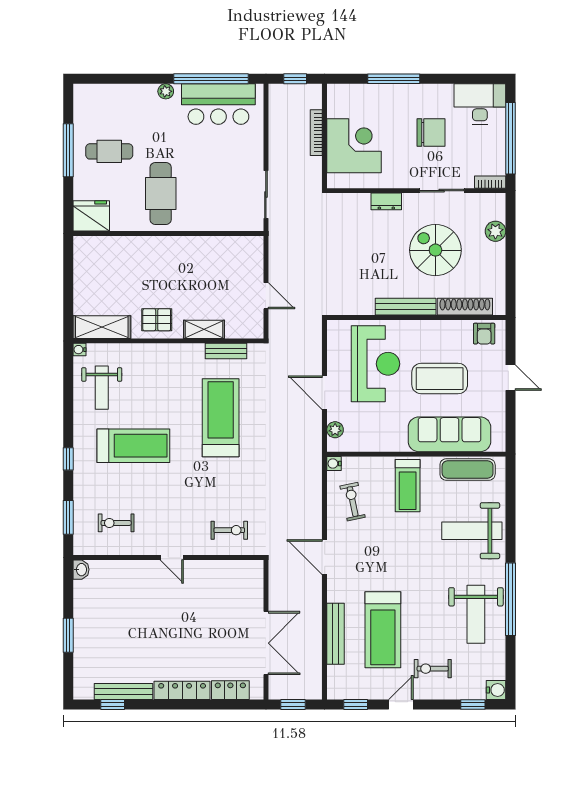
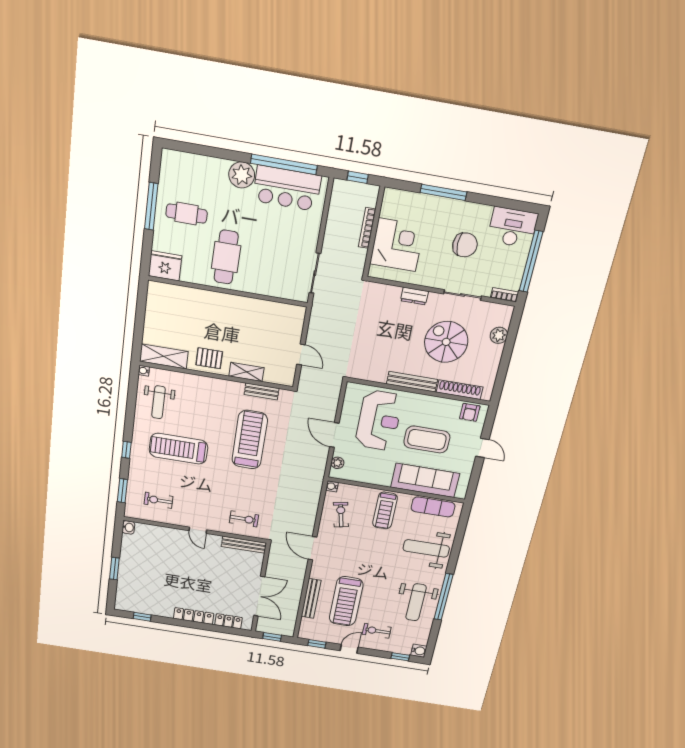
plant: (166, 91) -> (242, 175), width x1.88, depth x1.88
treadmill: (133, 446) -> (178, 449), turned 180
bench: (123, 691) -> (244, 545), moved

